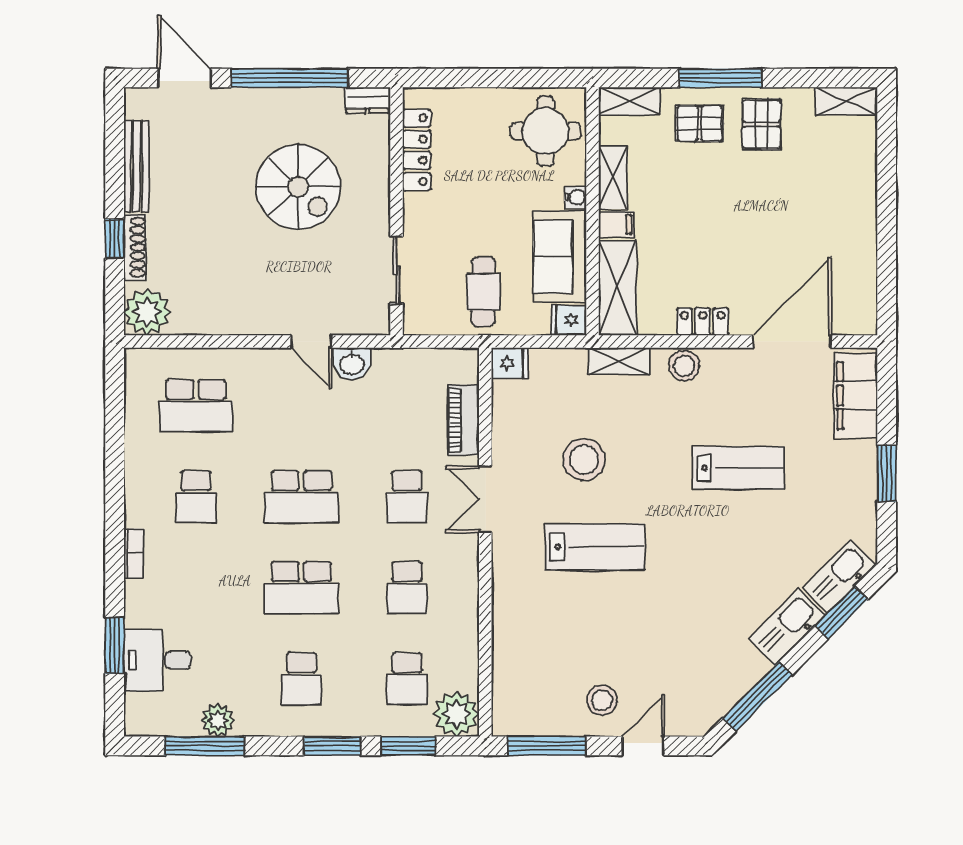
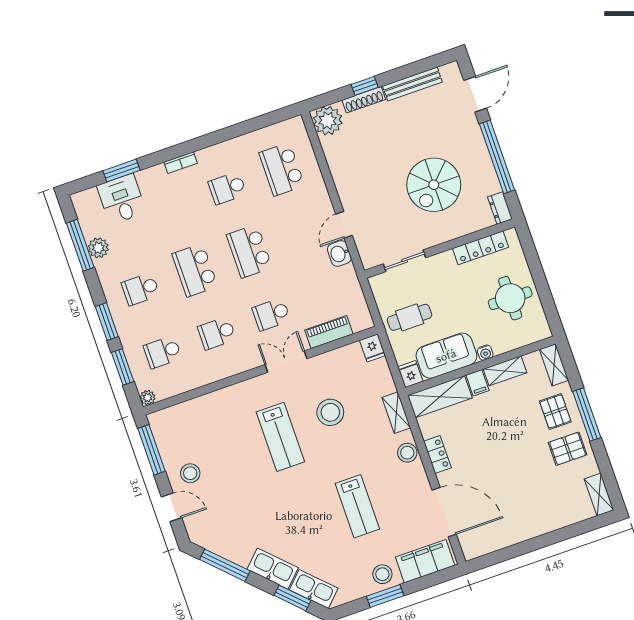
round table: (545, 131) -> (510, 298), moved
stool: (853, 466) -> (382, 574), added
plant: (456, 714) -> (148, 398), width x0.53, depth x0.53

